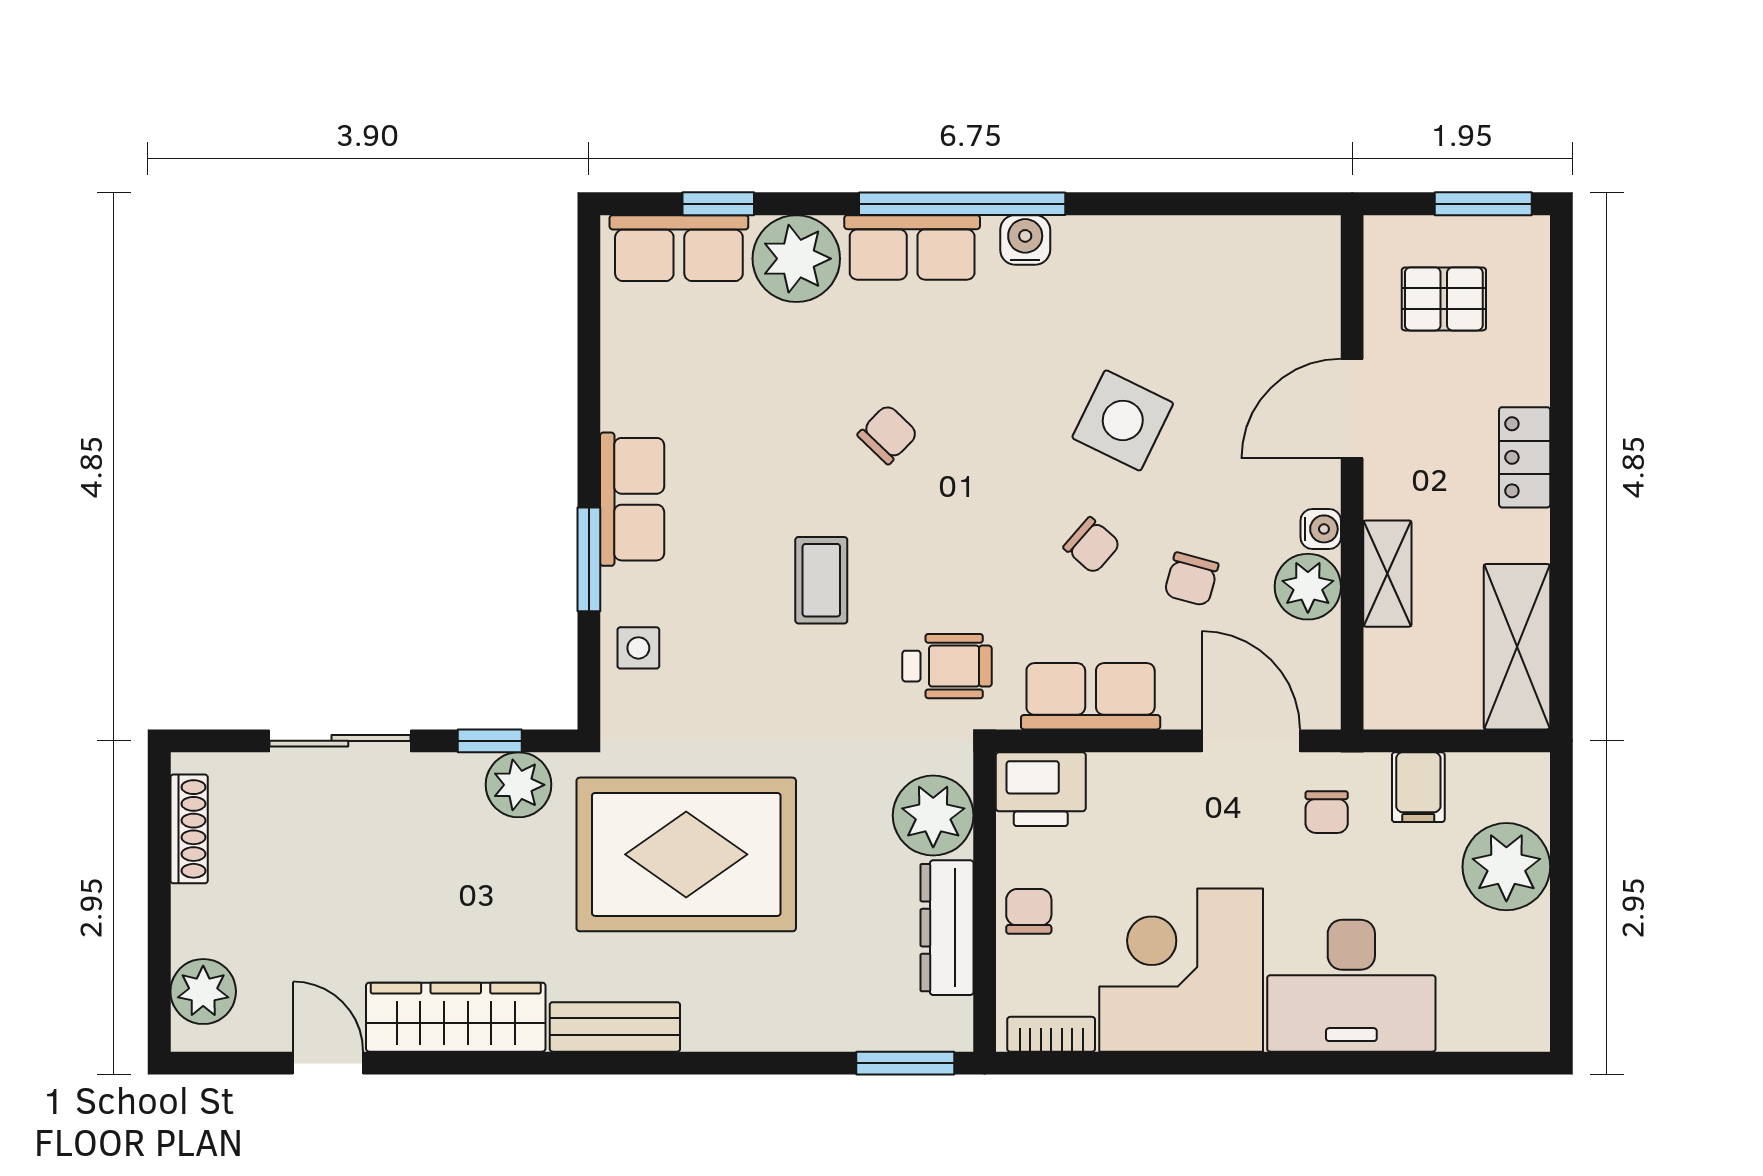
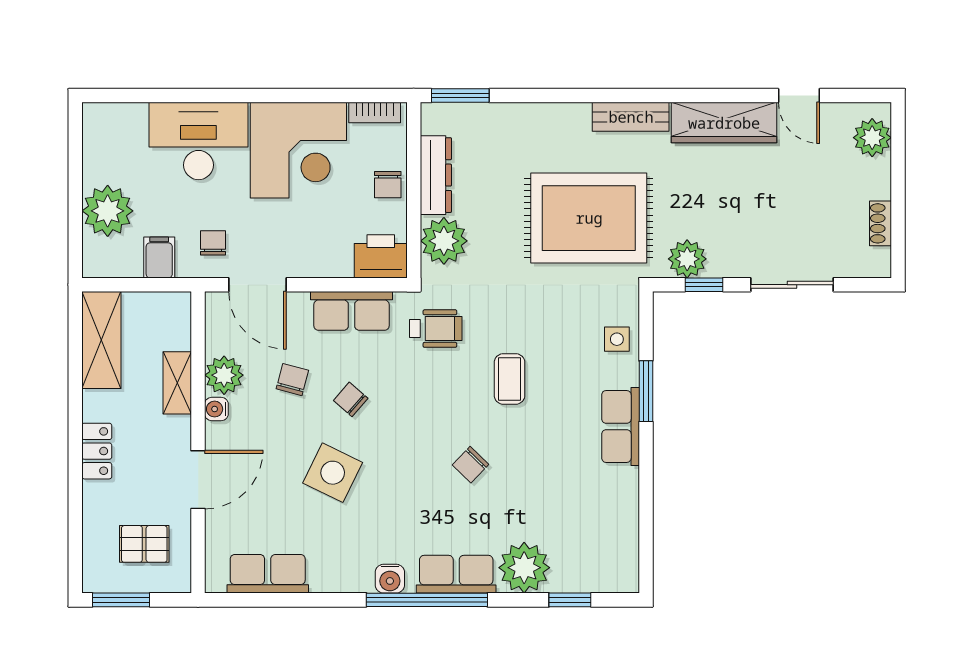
row of seats: (679, 248) -> (268, 574), moved
wheelchair: (947, 666) -> (436, 329), turned 180
shoe rack: (189, 829) -> (881, 223), width x0.70

